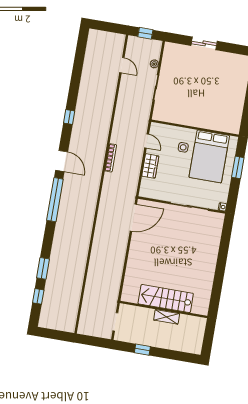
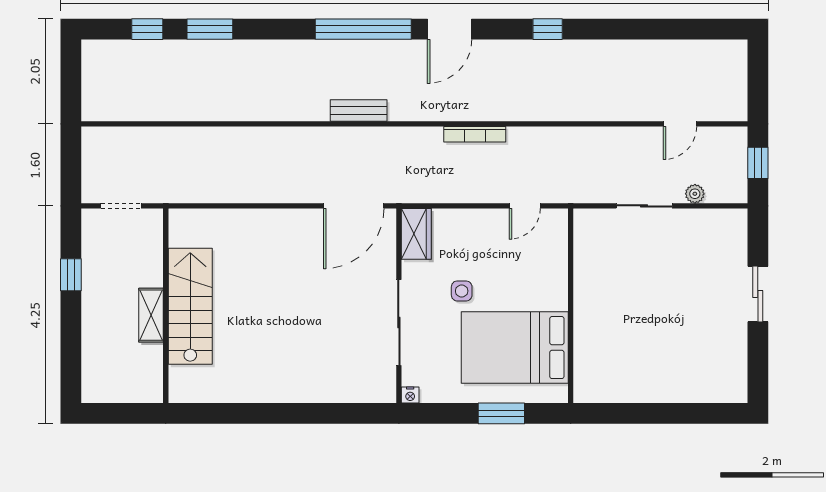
side table: (183, 147) -> (462, 291), moved
wardrobe: (150, 166) -> (416, 234), moved, turned -90
bench: (91, 208) -> (359, 111), added
door: (133, 218) -> (354, 206), hinge flipped

